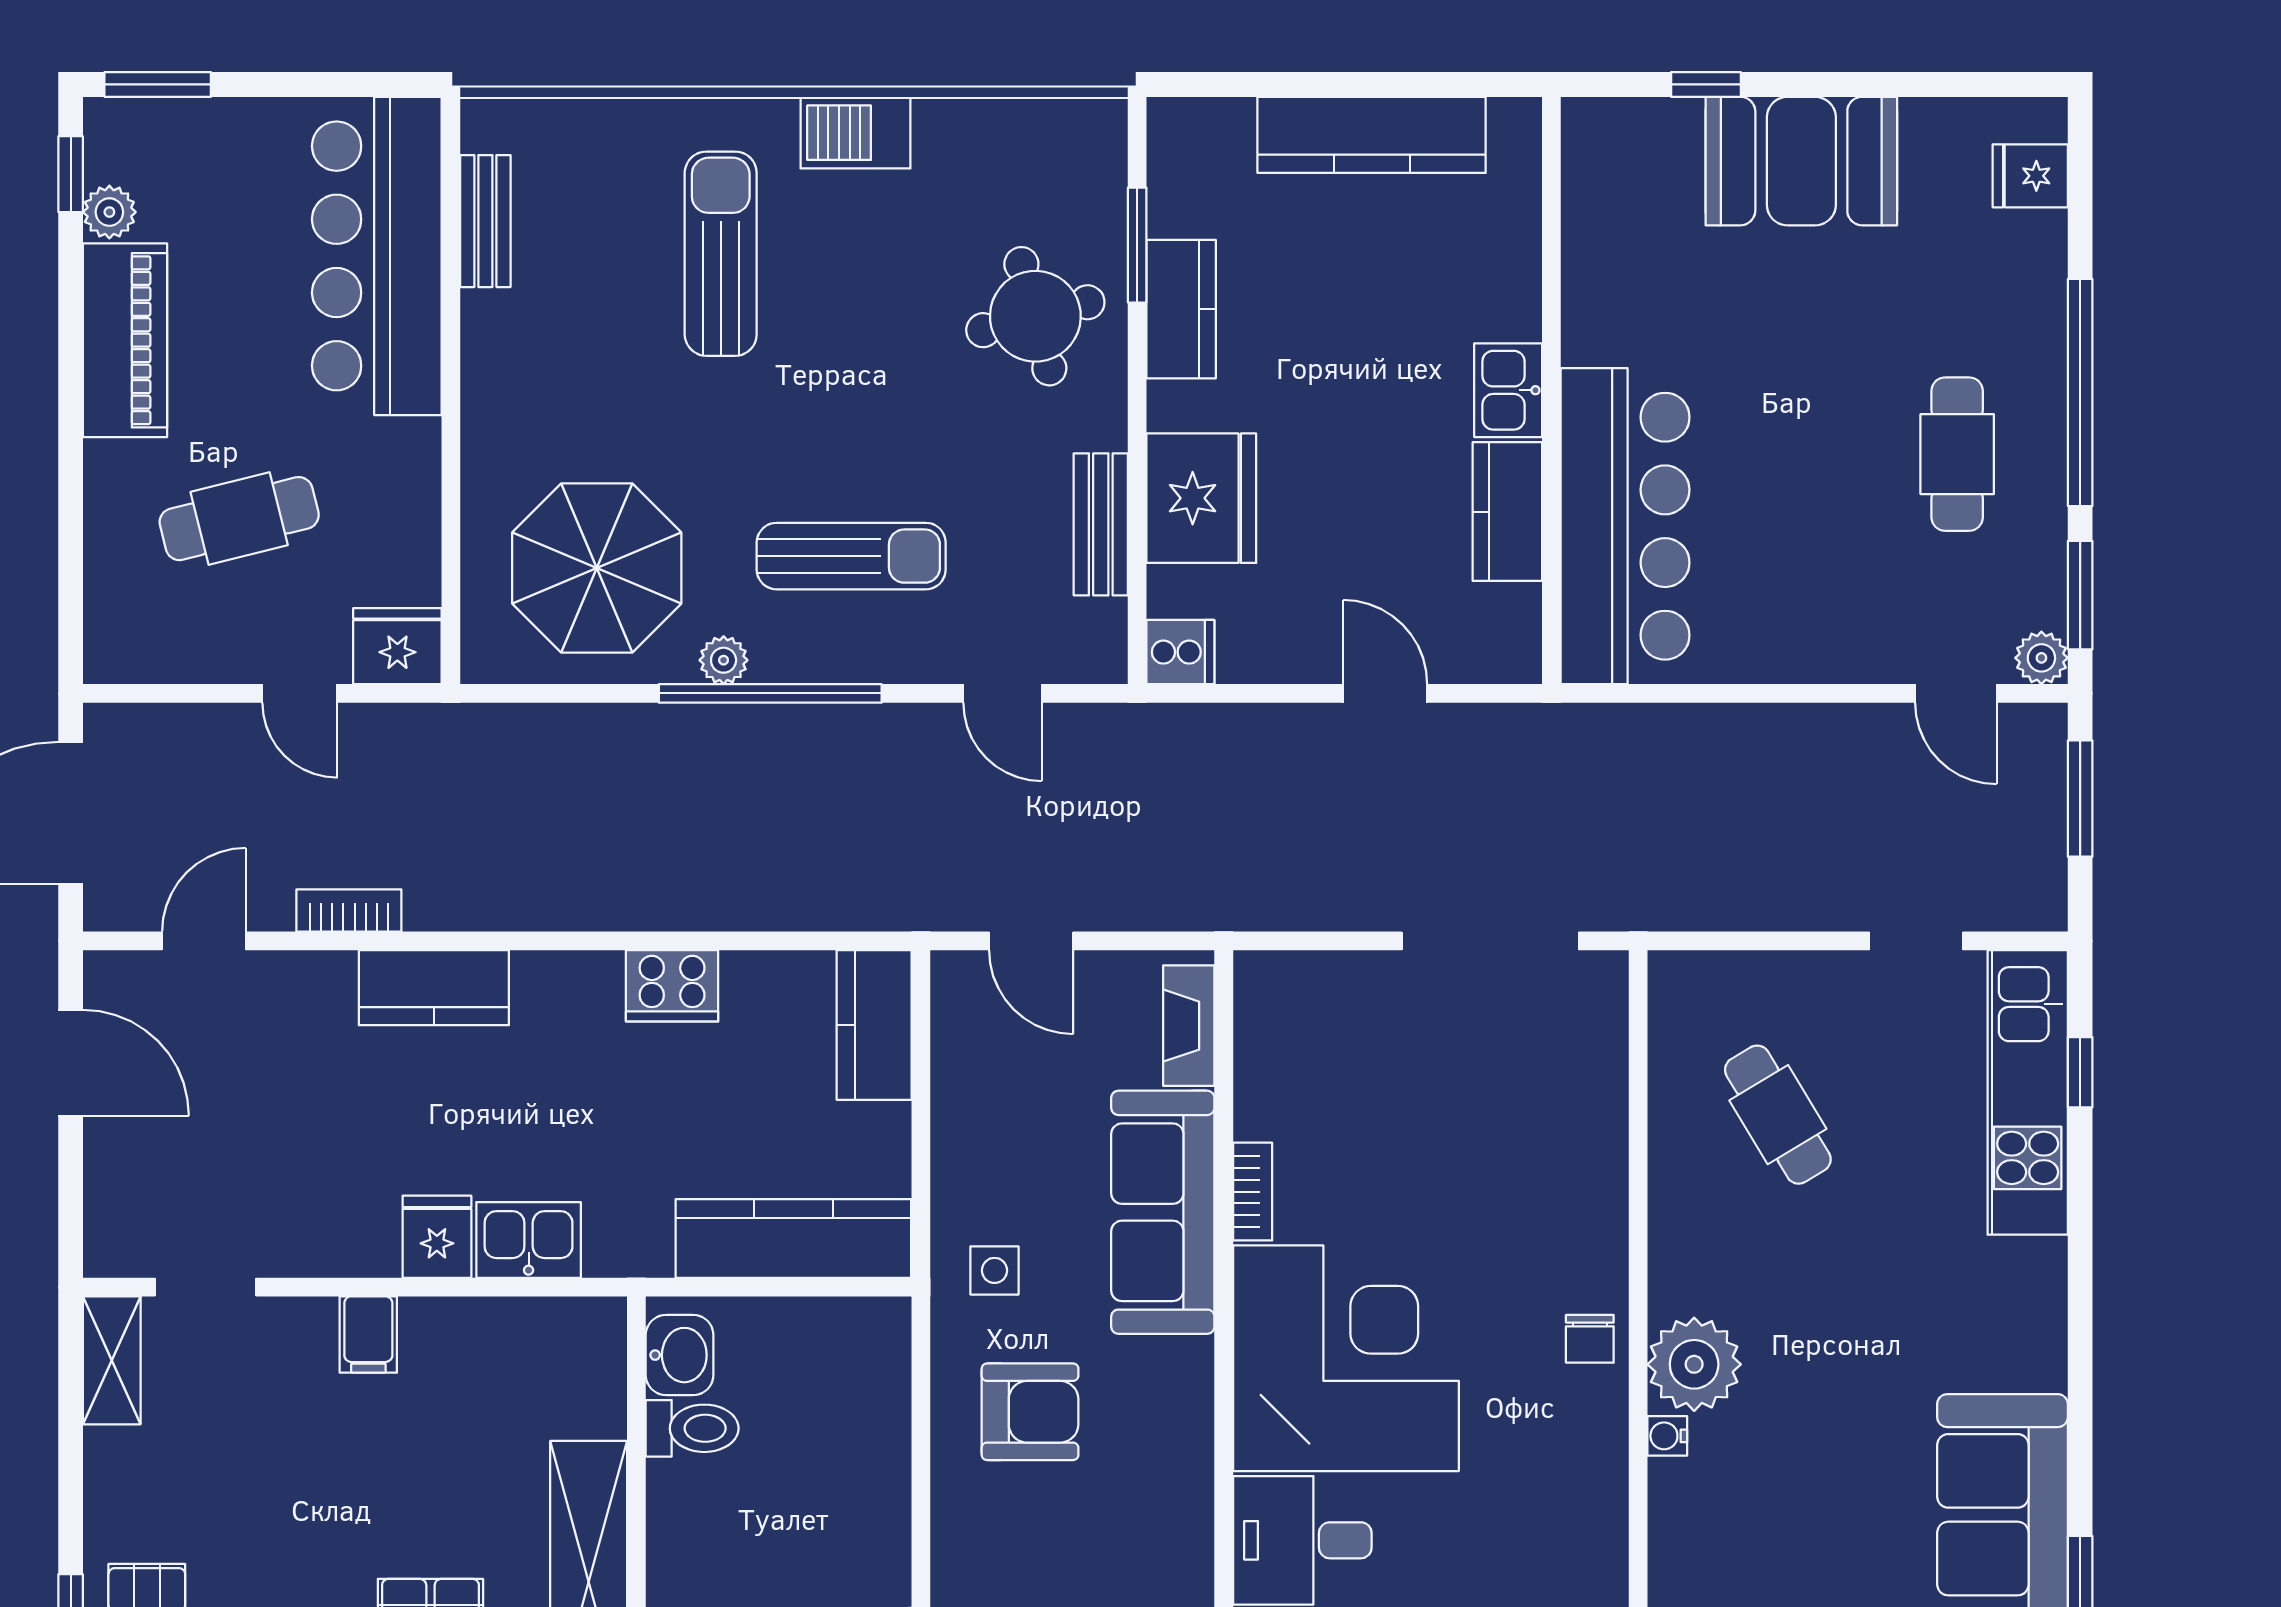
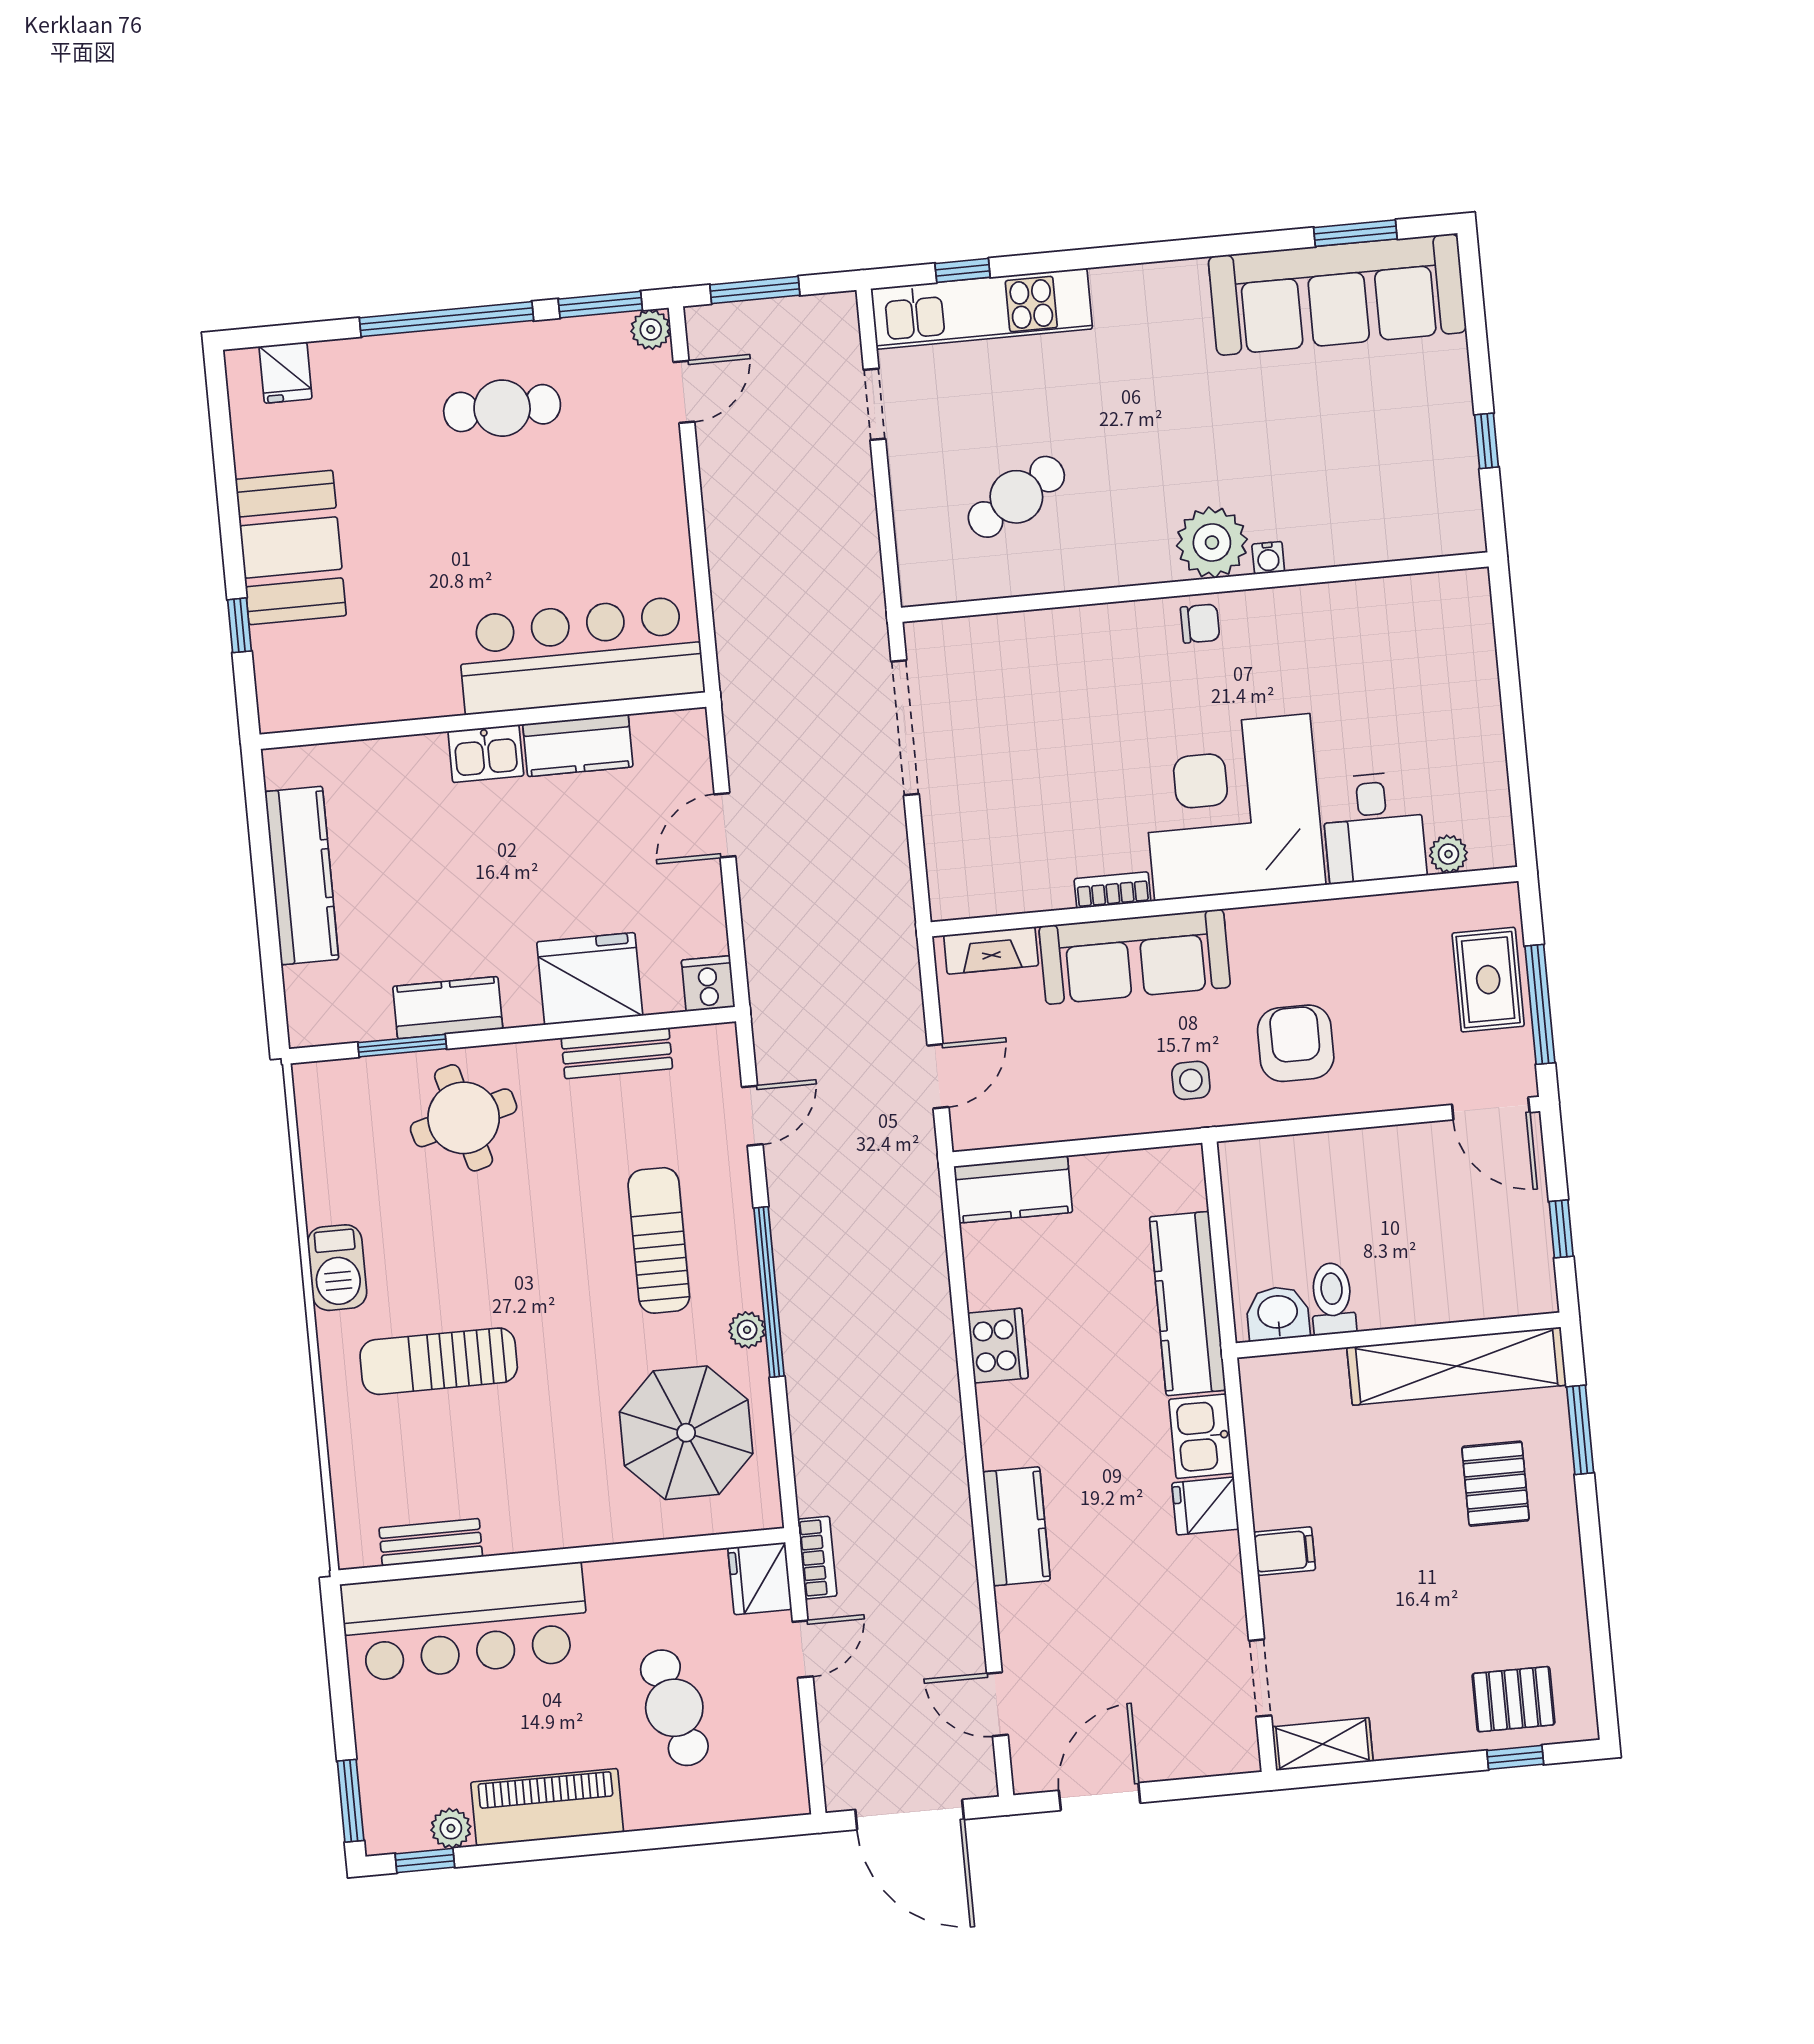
bookcase: (349, 910) -> (817, 1558), moved, turned 180
kitchen counter: (793, 1239) -> (1188, 1304), moved

